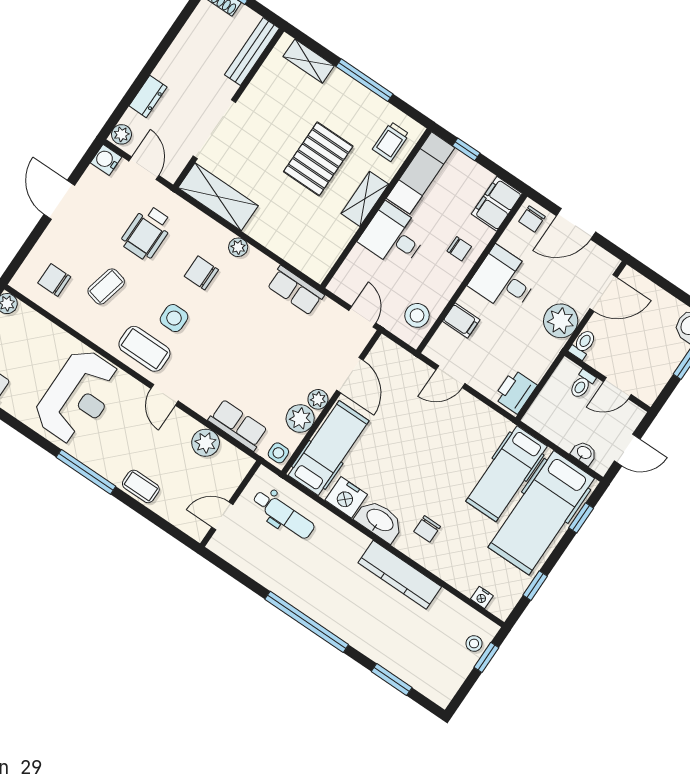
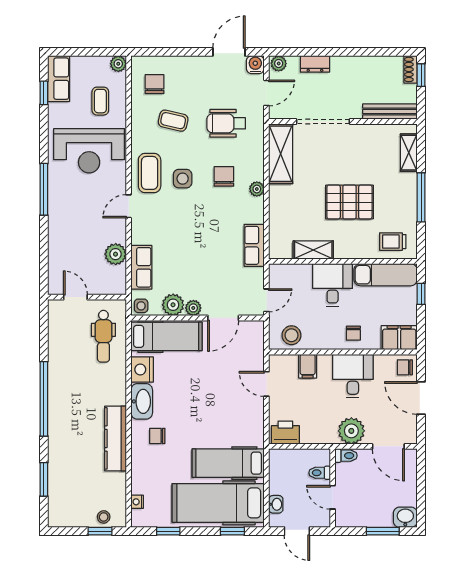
shelving: (365, 199) -> (313, 250), moved
door: (59, 200) -> (229, 52), moved
coffee table: (141, 486) -> (100, 101), moved

